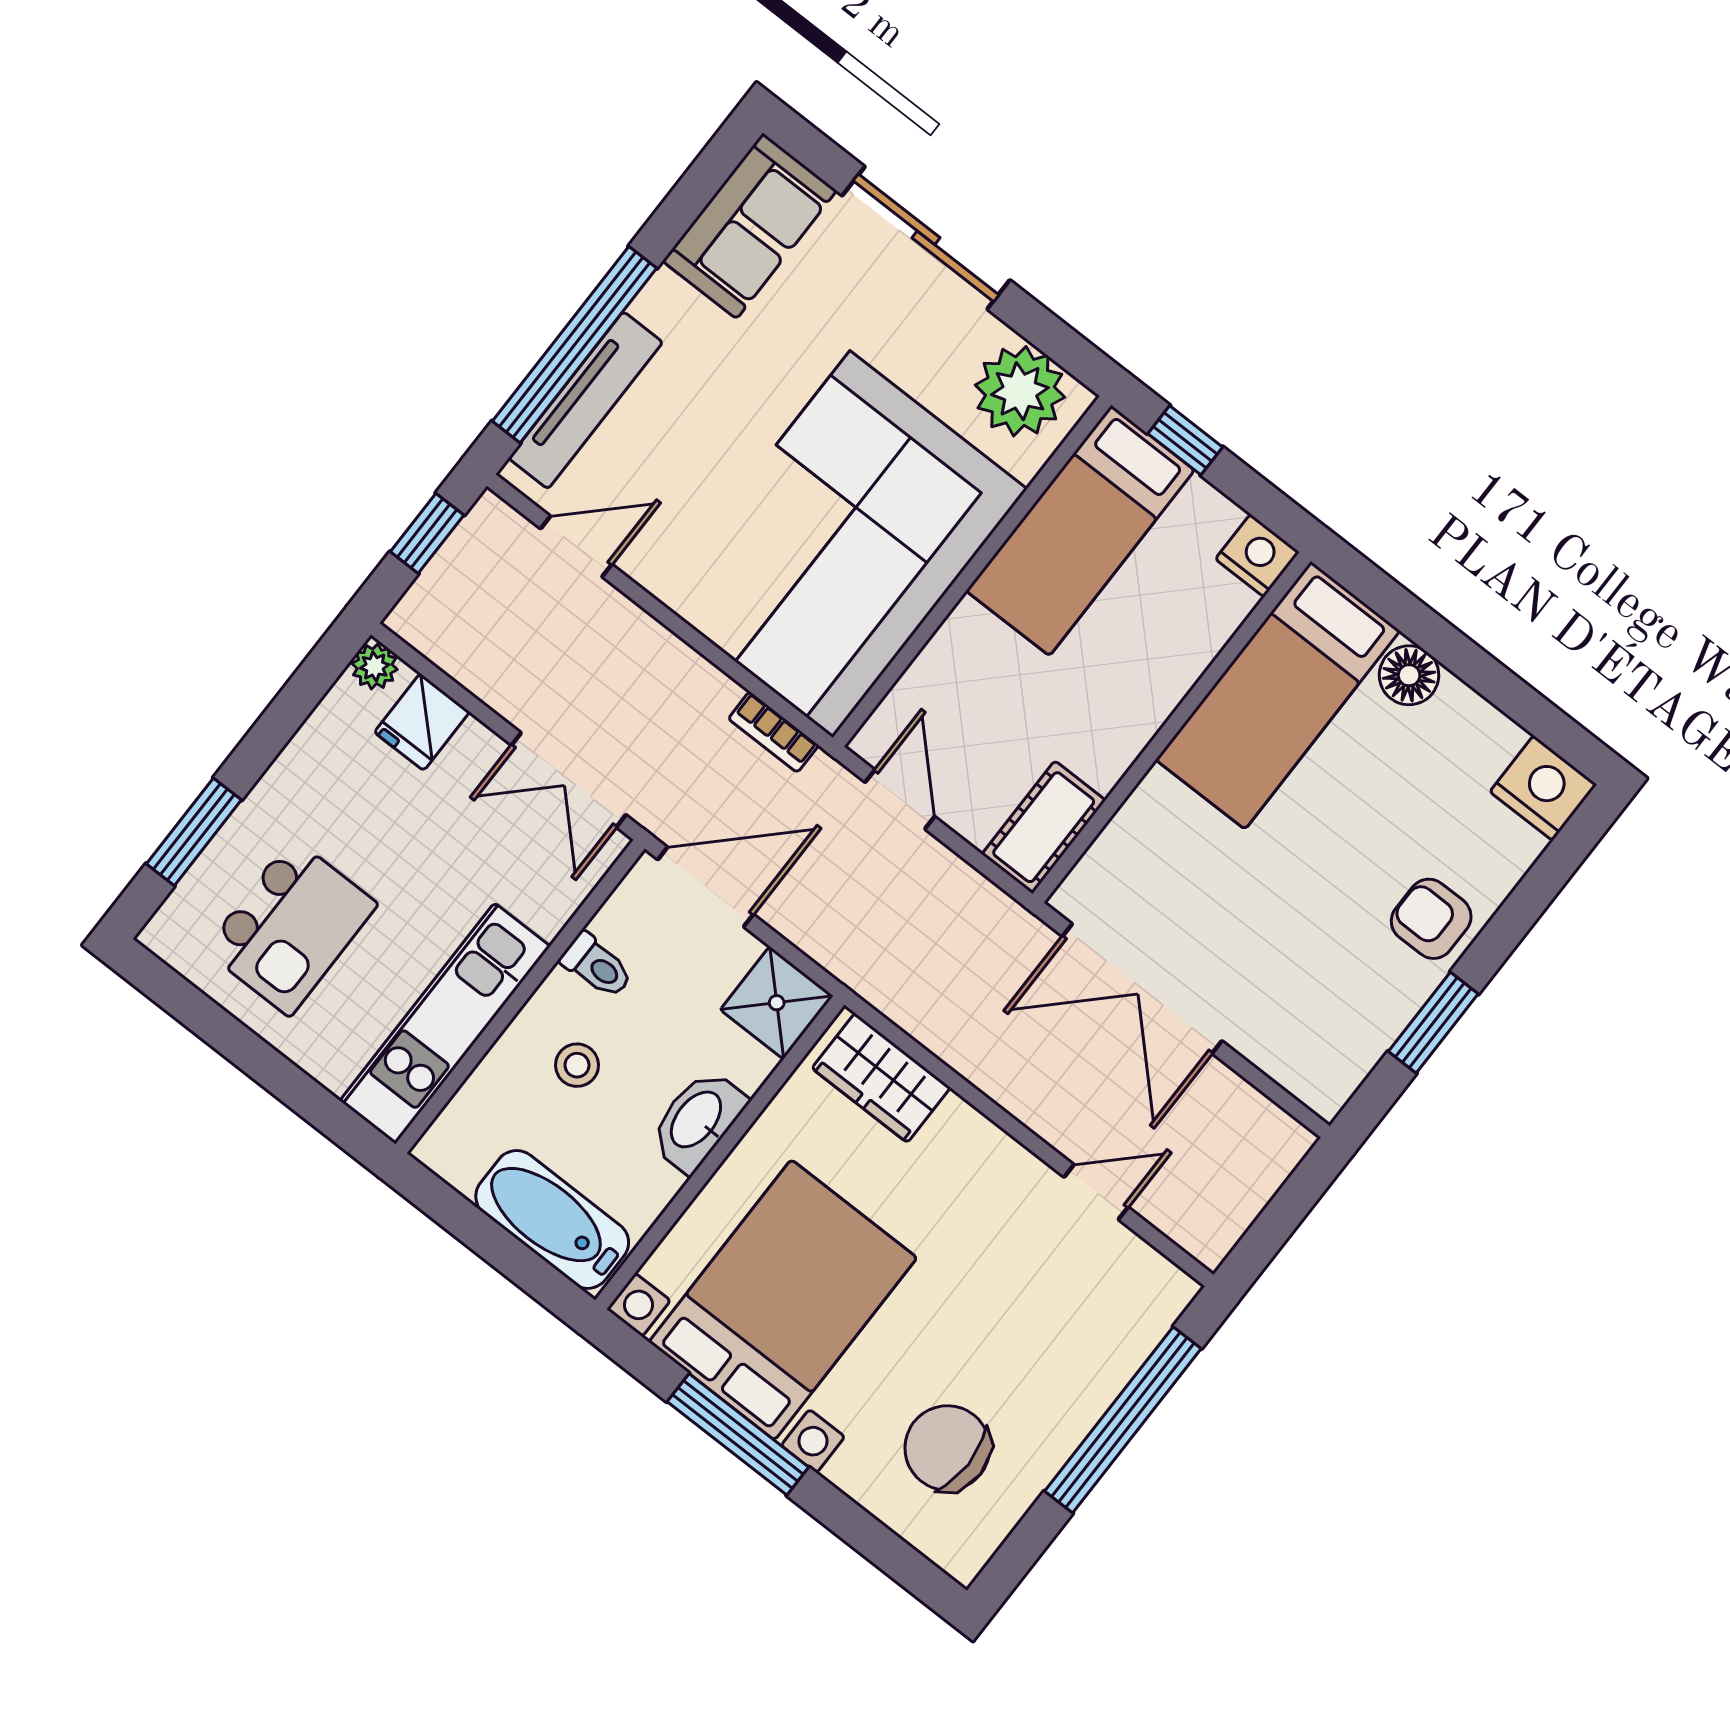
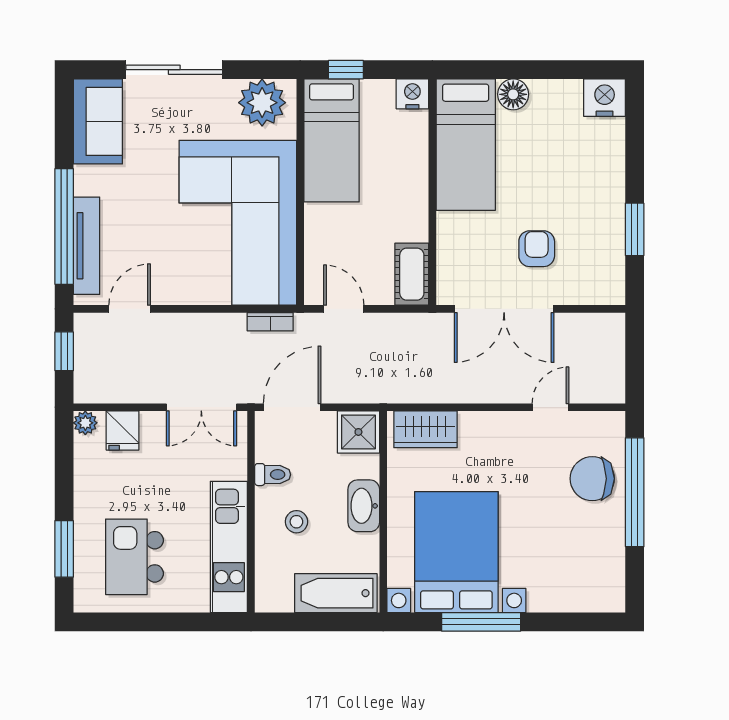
armchair: (1431, 919) -> (537, 249), moved, turned 90
kitchen island: (291, 927) -> (134, 557), turned 180
chair: (947, 1448) -> (592, 479), moved

